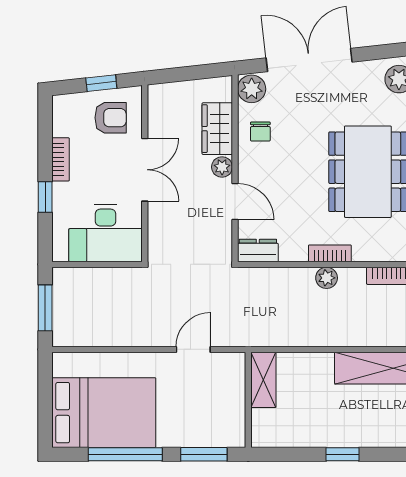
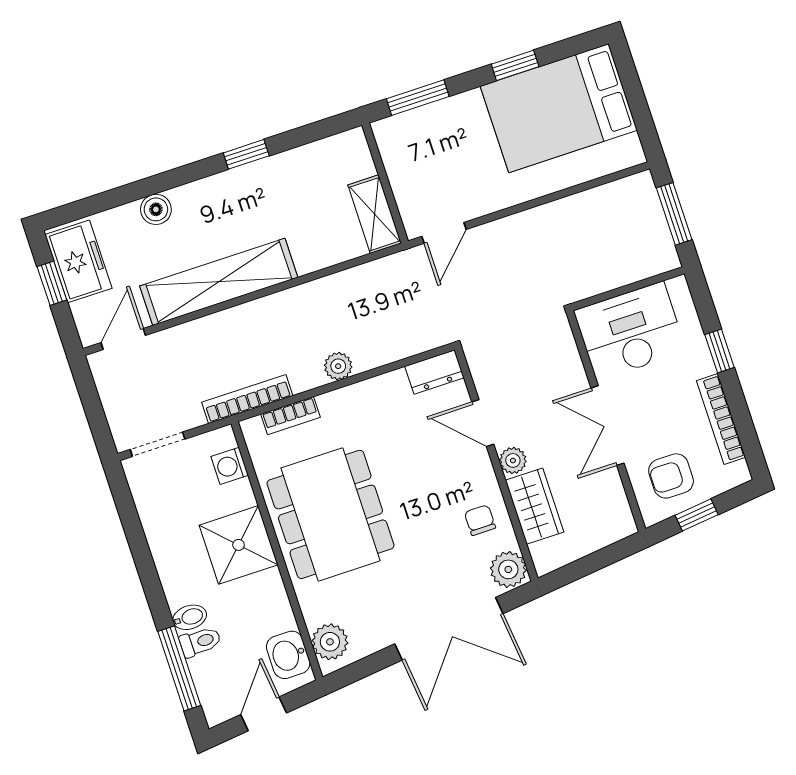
bookcase: (60, 159) -> (721, 419), width x1.56
bookcase: (330, 253) -> (291, 416), moved
door: (193, 349) -> (444, 233), moved
window: (125, 454) -> (515, 65), width x0.46

